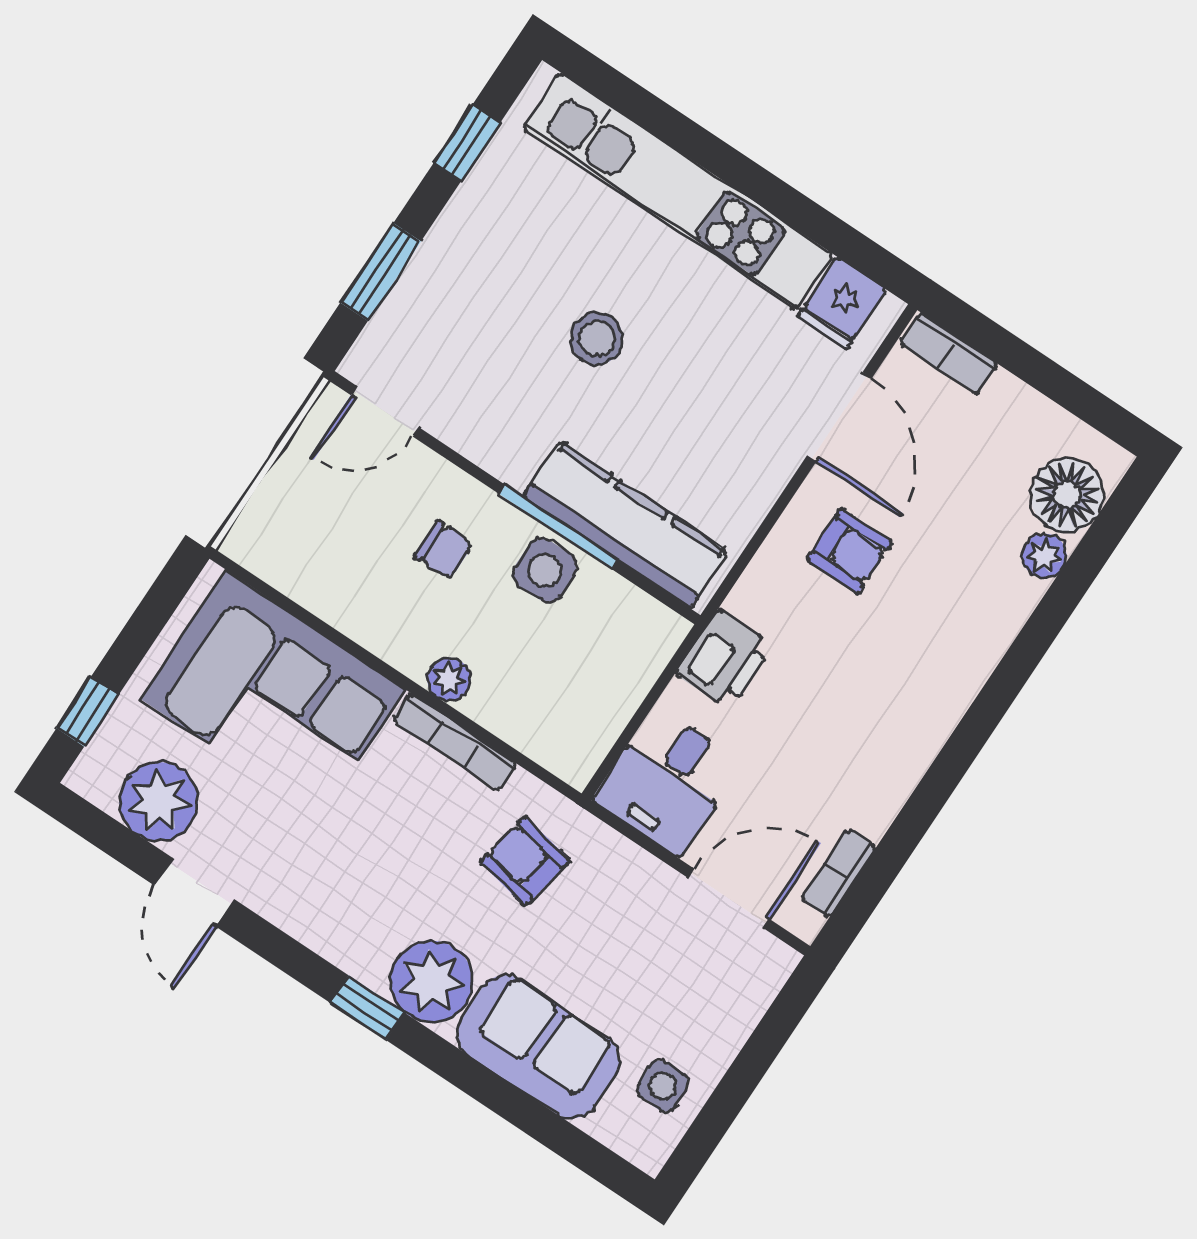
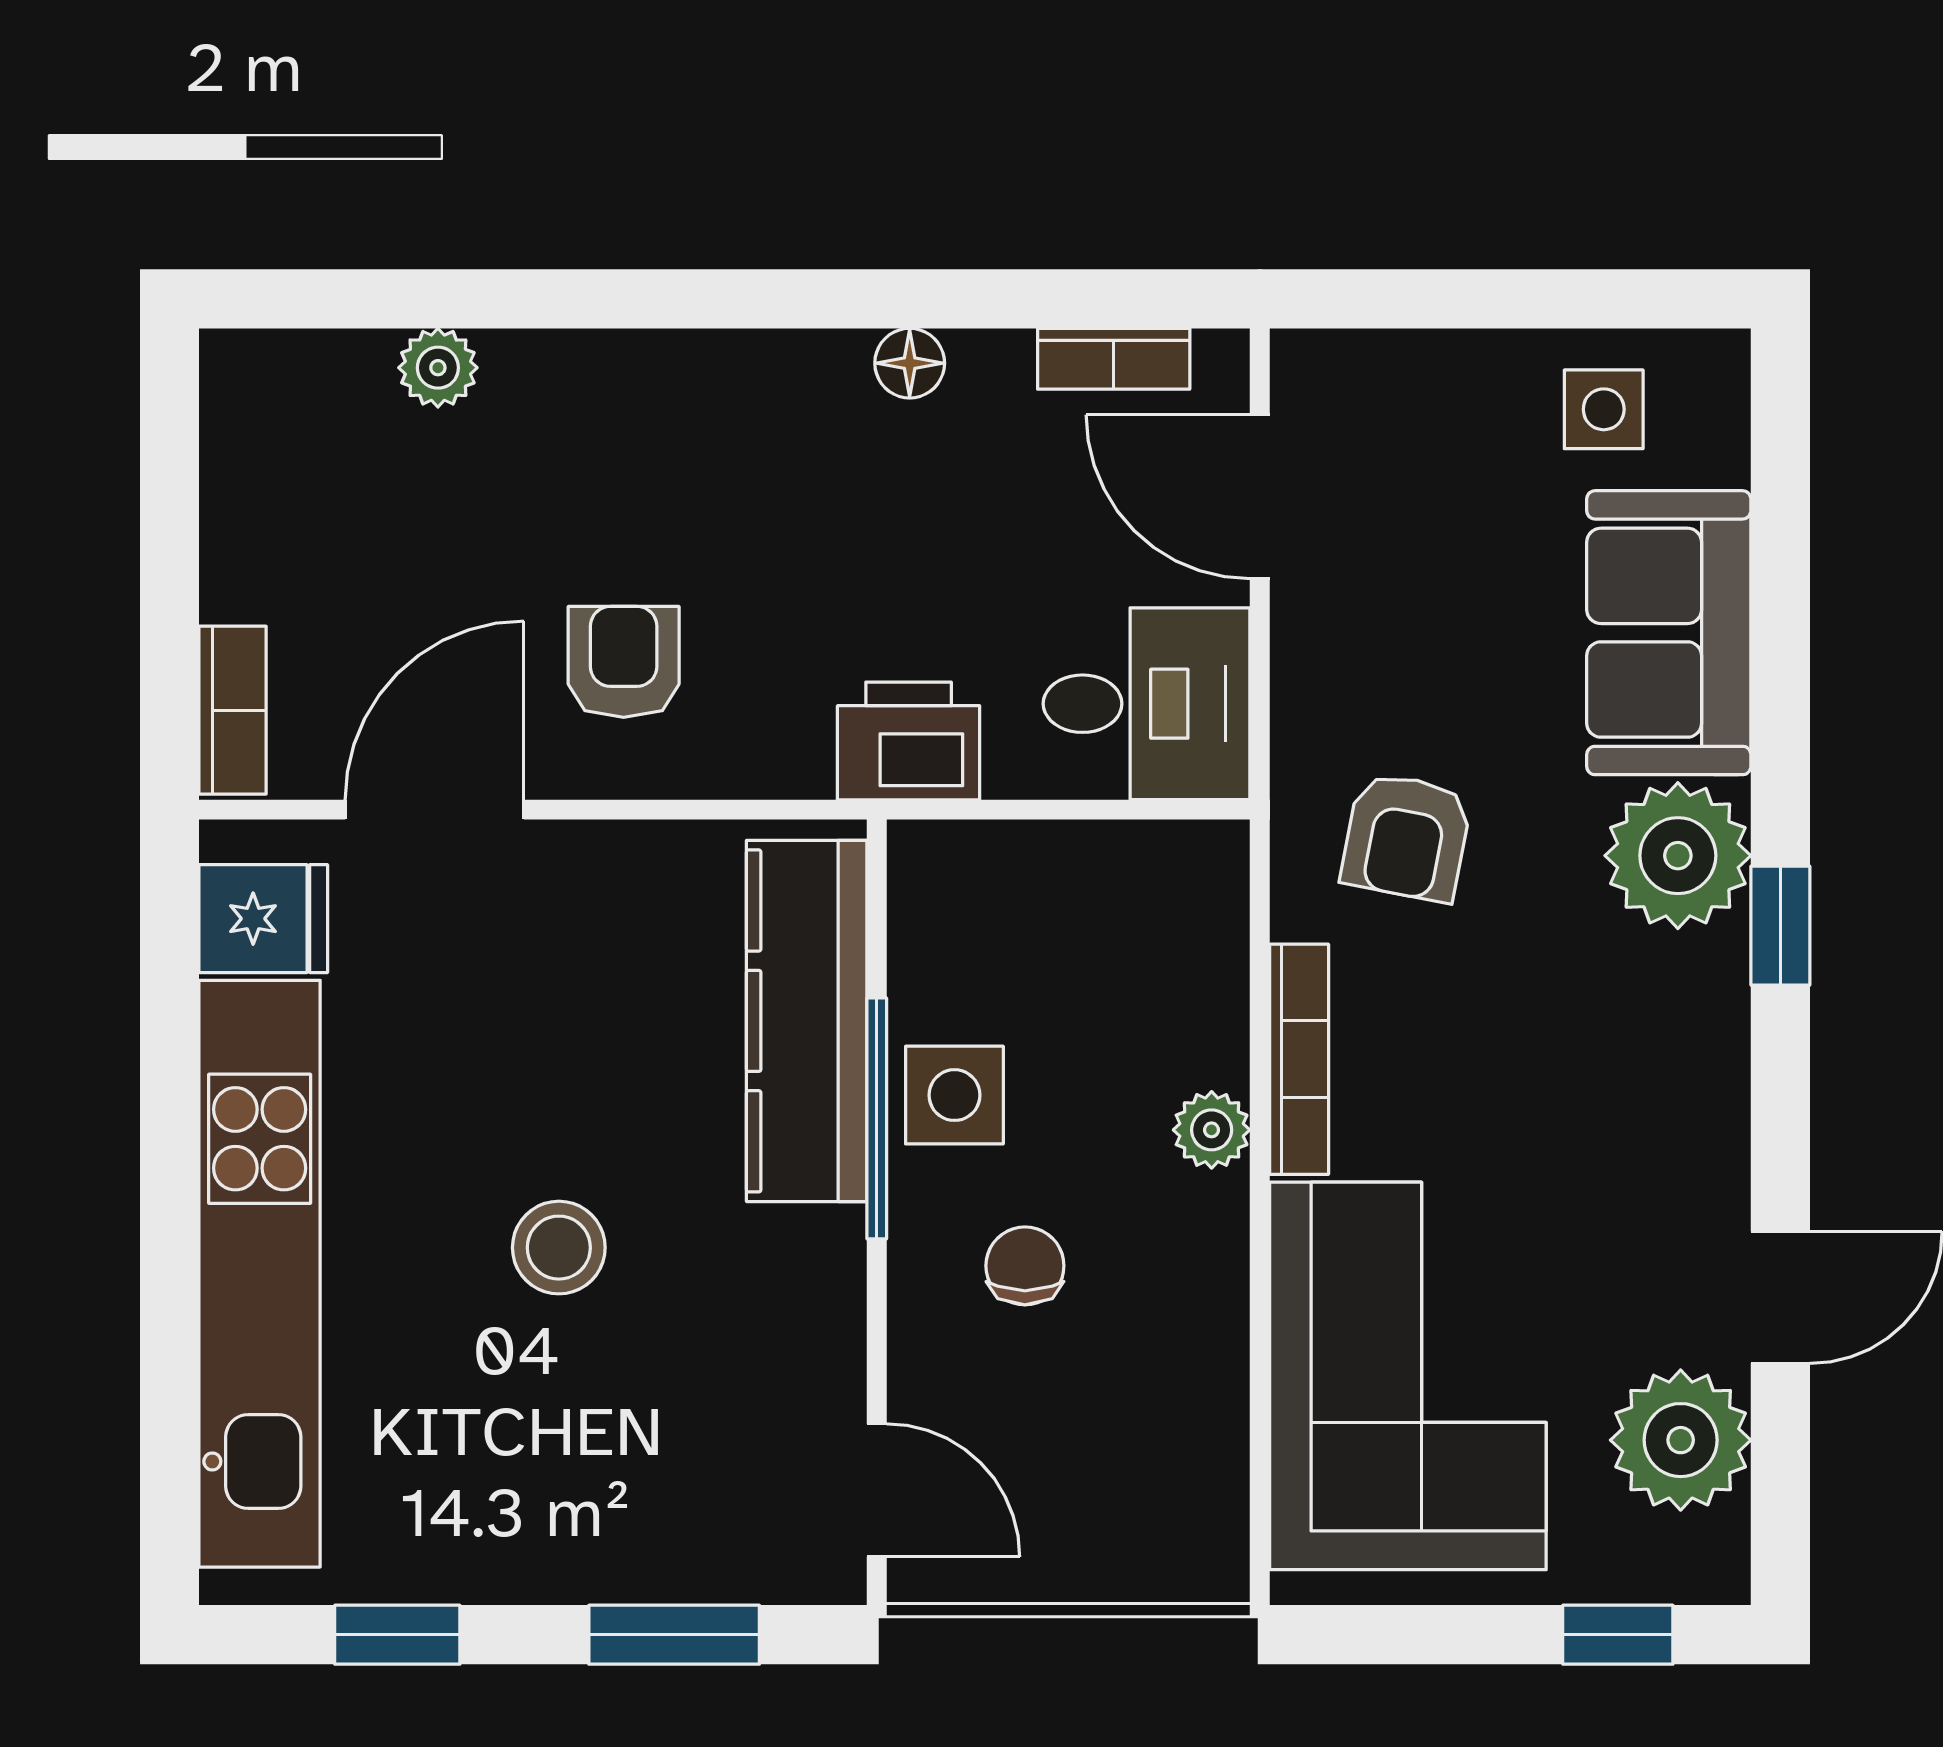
floor lamp: (1067, 495) -> (910, 363), moved, width x0.53, depth x0.53

